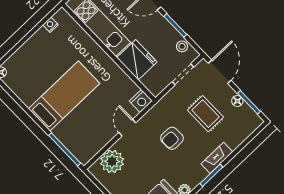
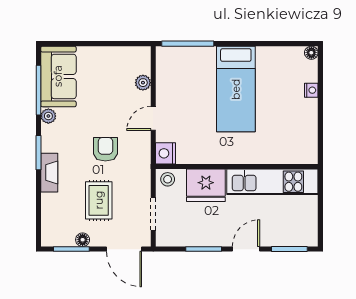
nightstand: (51, 25) -> (311, 90), moved
stool: (182, 46) -> (168, 179), moved
rug: (205, 114) -> (99, 200), turned 90
door: (127, 128) -> (153, 118), swing flipped
plant: (112, 161) -> (143, 83), width x0.53, depth x0.53

